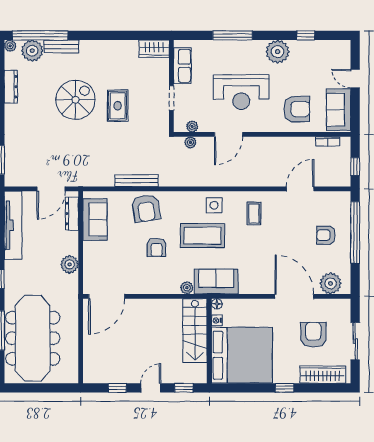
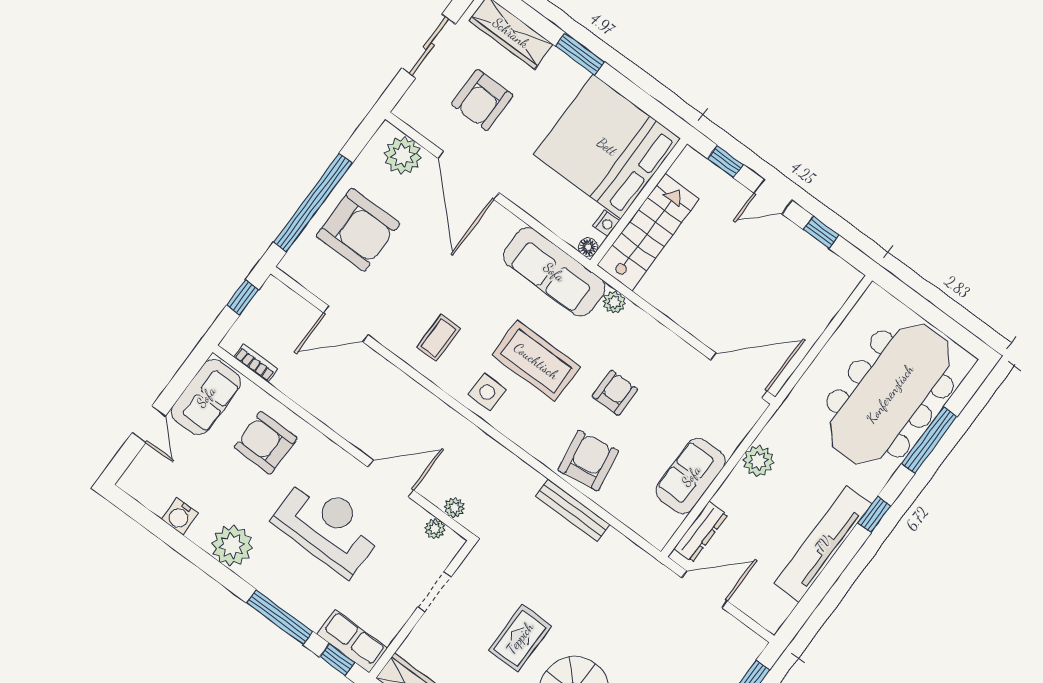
window: (306, 35) -> (337, 660), moved
water cooler: (311, 47) -> (180, 516), added
row of seats: (182, 66) -> (352, 641), moved, turned 90
sofa: (95, 219) -> (691, 476), moved
tv unit: (13, 225) -> (823, 544), moved
armchair: (326, 235) -> (358, 230), width x1.88, depth x1.88
sofa: (216, 282) -> (554, 272), width x1.36
window: (285, 388) -> (580, 54), width x1.50

